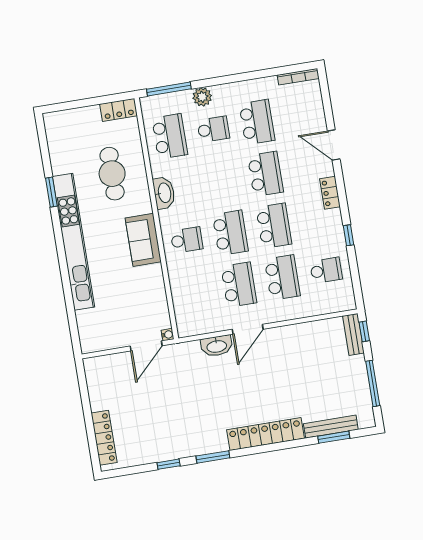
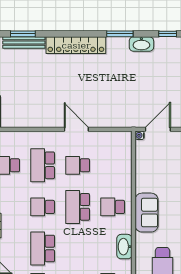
school desk: (274, 226) -> (43, 207), width x0.54
school desk: (239, 285) -> (78, 165), width x0.54
door: (248, 329) -> (76, 129), hinge flipped
washbasin: (217, 346) -> (141, 44), moved, turned 180
window: (169, 464) -> (168, 34), moved

